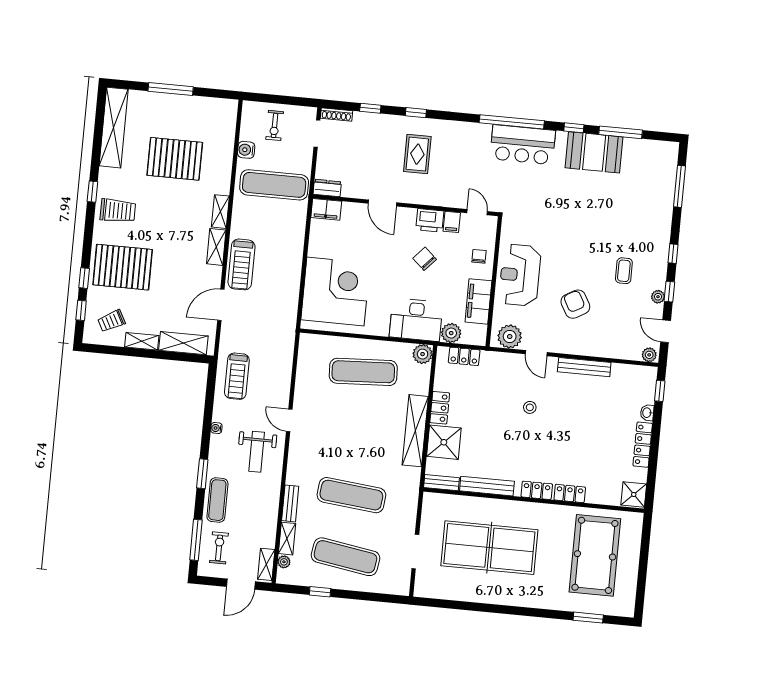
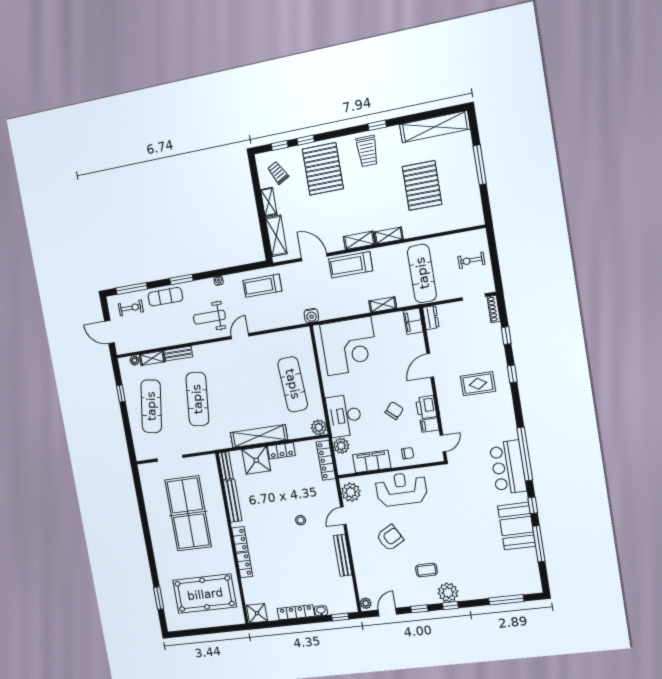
water cooler: (246, 150) -> (311, 316), moved, turned 180
plant: (658, 297) -> (448, 592), moved, width x1.88, depth x1.88
locker: (464, 356) -> (326, 460), width x1.53
shelving: (266, 564) -> (383, 305), moved

